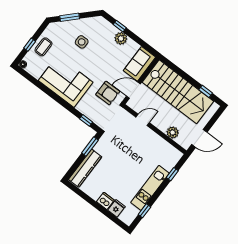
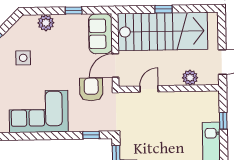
window: (120, 26) -> (74, 11), moved
plant: (121, 38) -> (46, 23), moved
window: (206, 91) -> (164, 9), moved
armchair: (108, 93) -> (91, 89), turned -90

